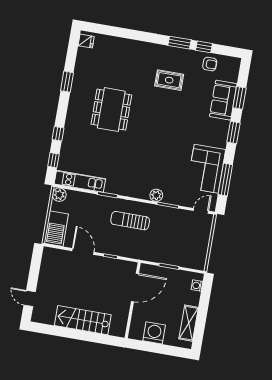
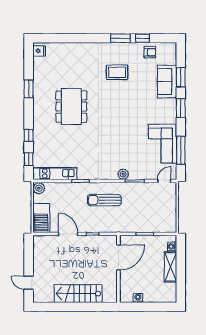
shelving: (189, 323) -> (170, 267), moved
washing machine: (154, 333) -> (138, 298), width x0.53, depth x0.53

